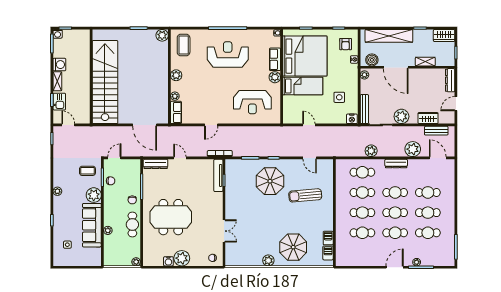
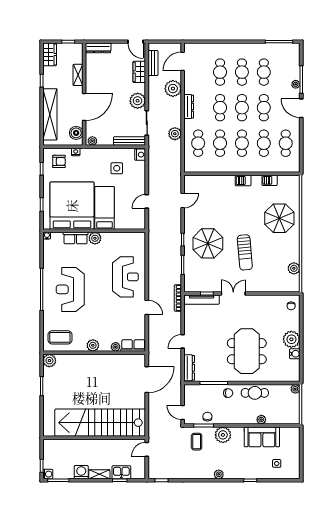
reception desk: (252, 102) -> (125, 277), moved
door: (456, 104) -> (135, 42), moved
door: (68, 125) -> (147, 449), moved
sun lounger: (305, 195) -> (245, 252), moved
sofa: (92, 225) -> (262, 437), width x0.73
double door: (224, 231) -> (233, 293), moved
barbecue: (328, 253) -> (243, 181), moved
cafe table: (362, 253) -> (286, 143), added
plant: (268, 260) -> (294, 268), moved

